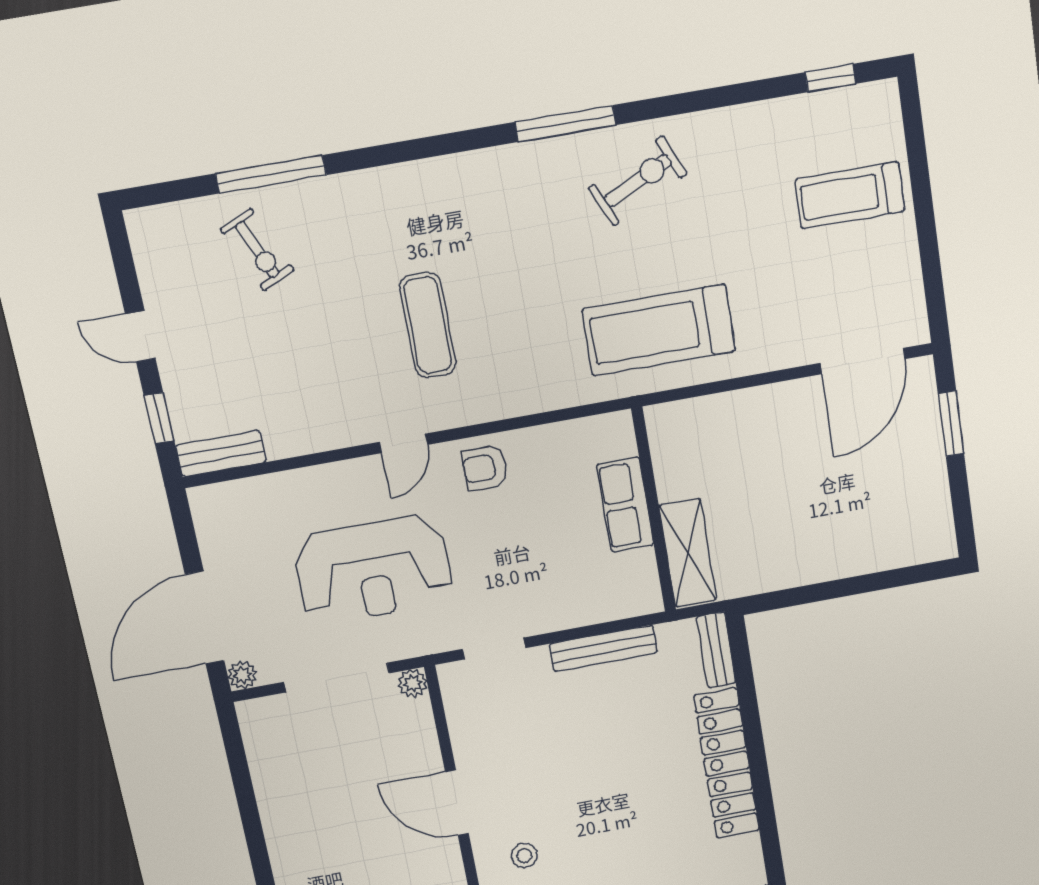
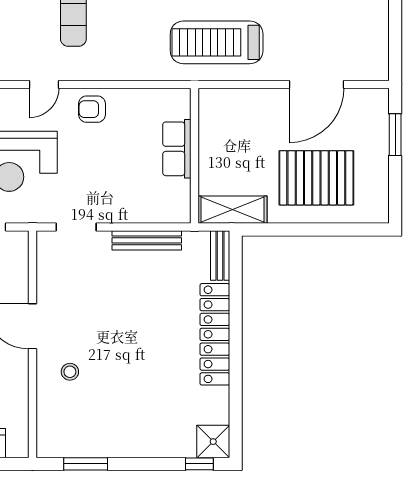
door: (863, 361) -> (316, 84), moved
pallet: (842, 510) -> (316, 178), added
shelving: (688, 553) -> (232, 210), moved, turned 90
plant: (412, 683) -> (19, 240), removed

